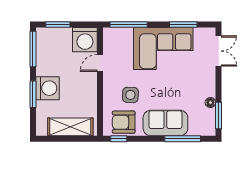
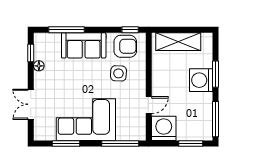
double door: (219, 51) -> (31, 104), moved
window: (219, 116) -> (31, 53), width x0.67

